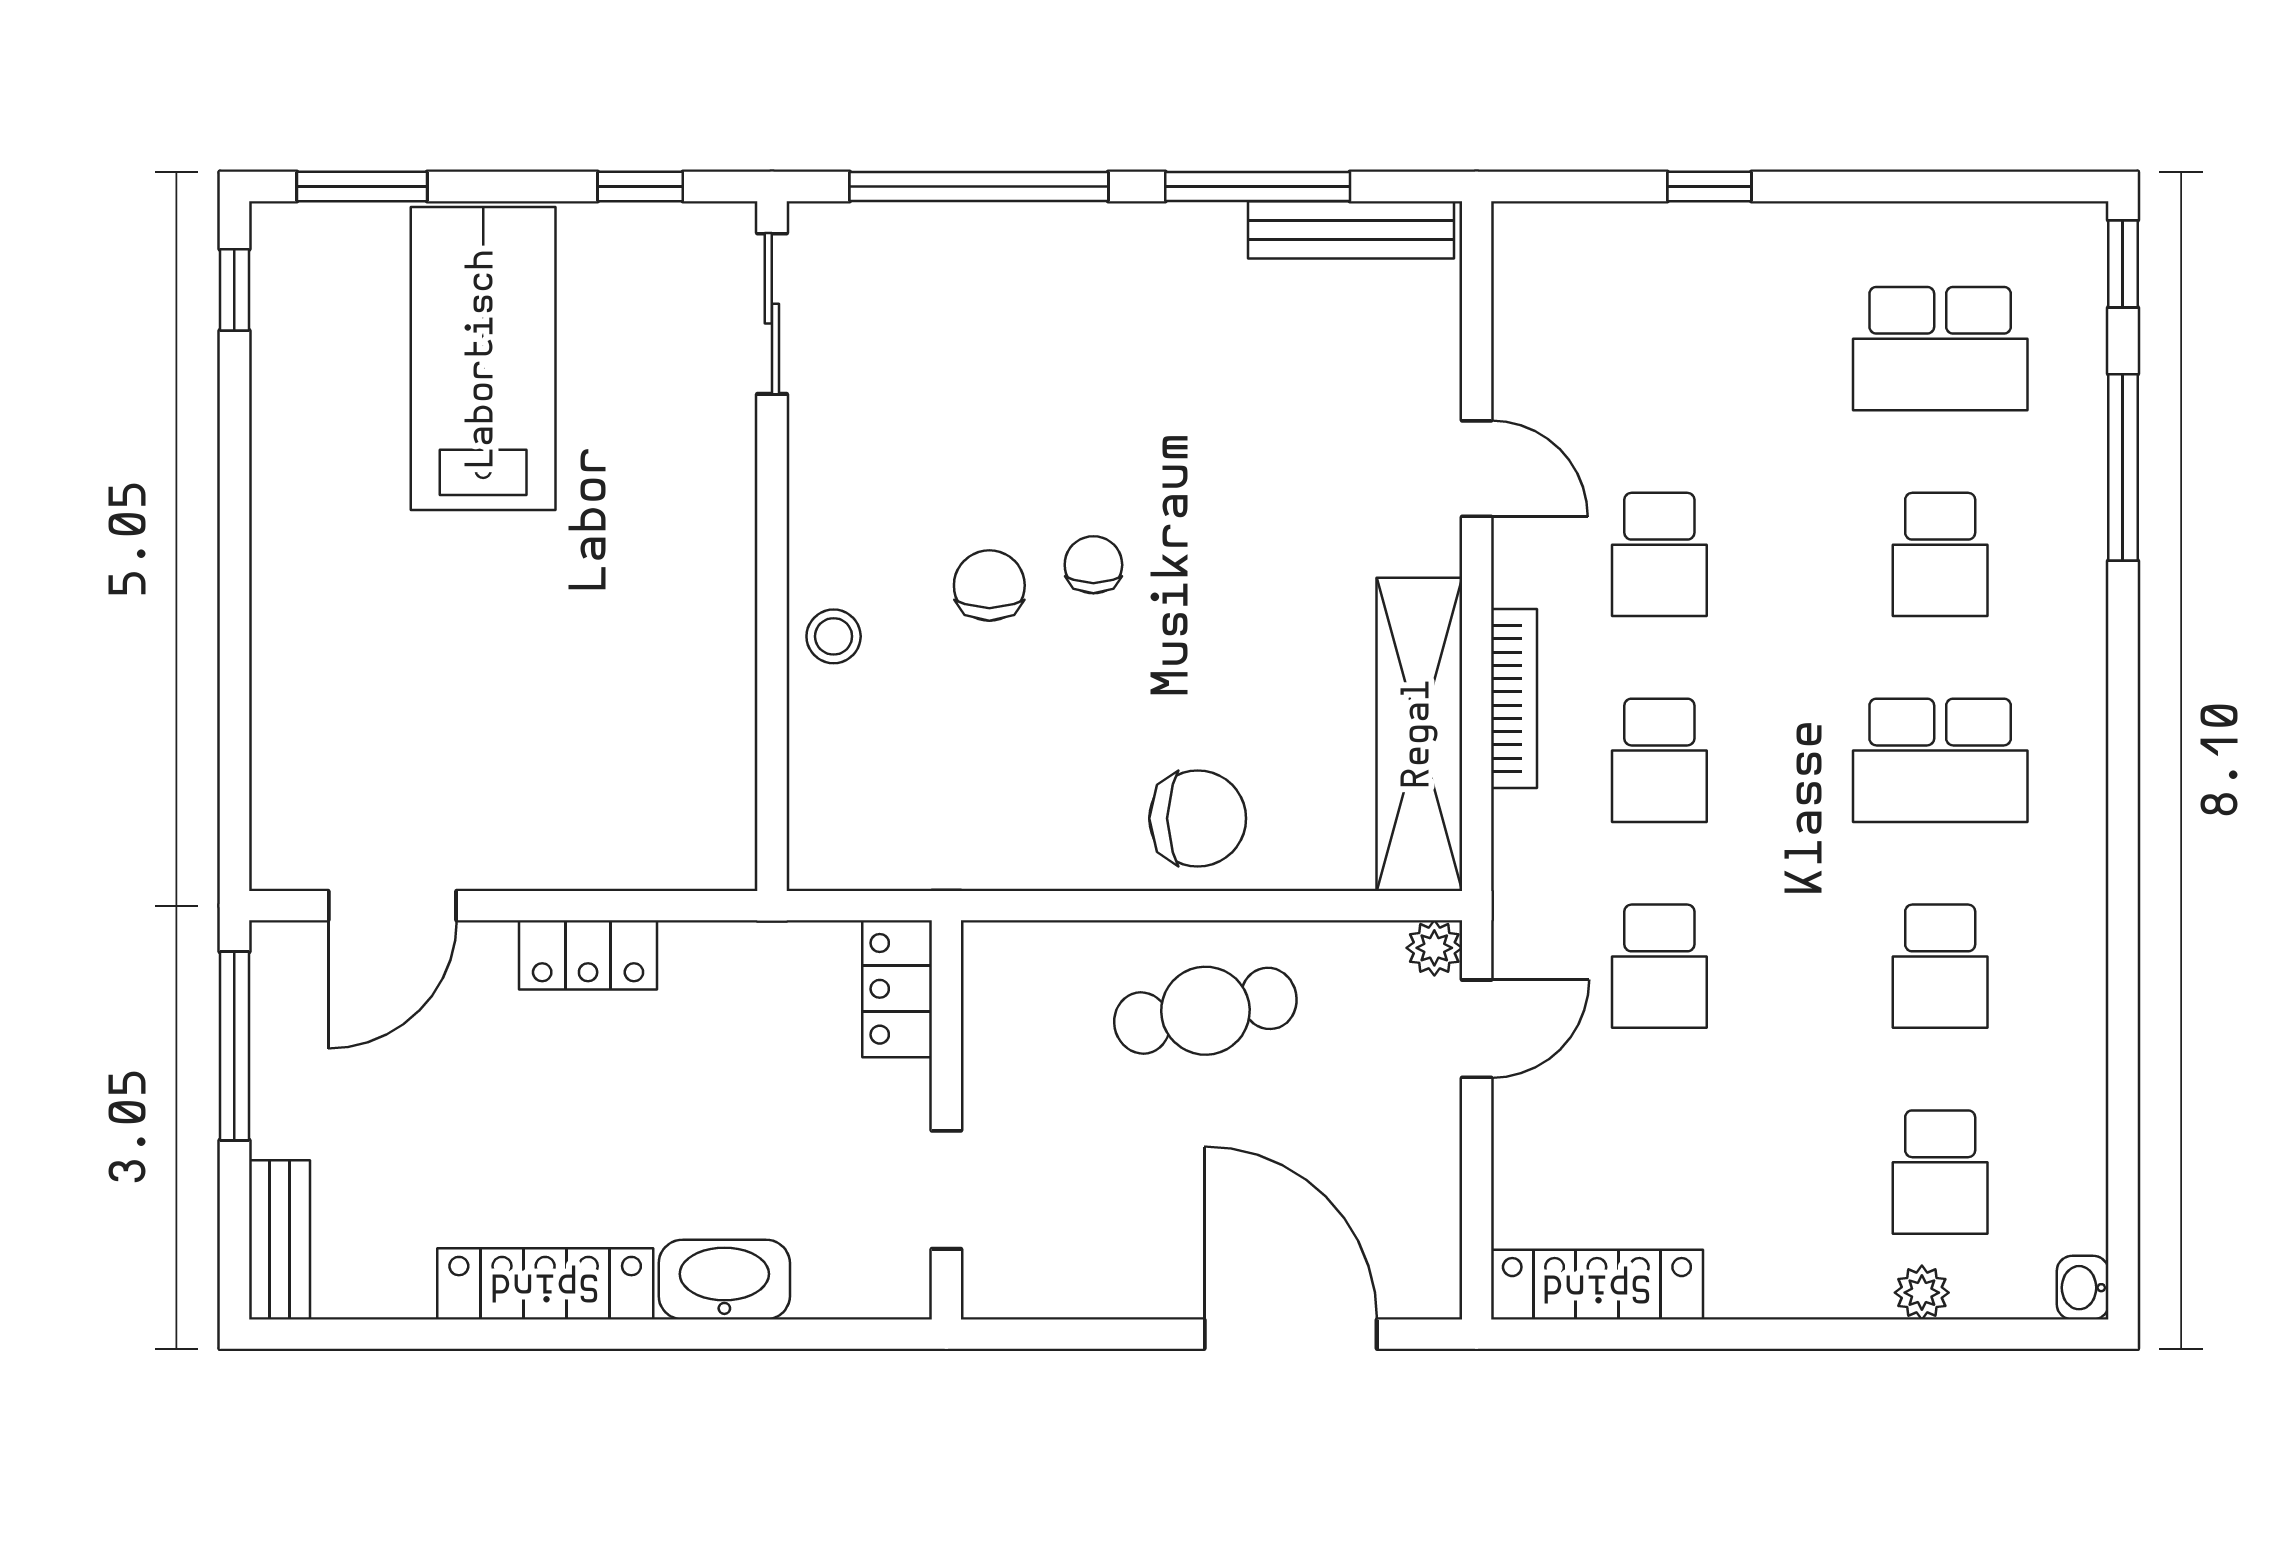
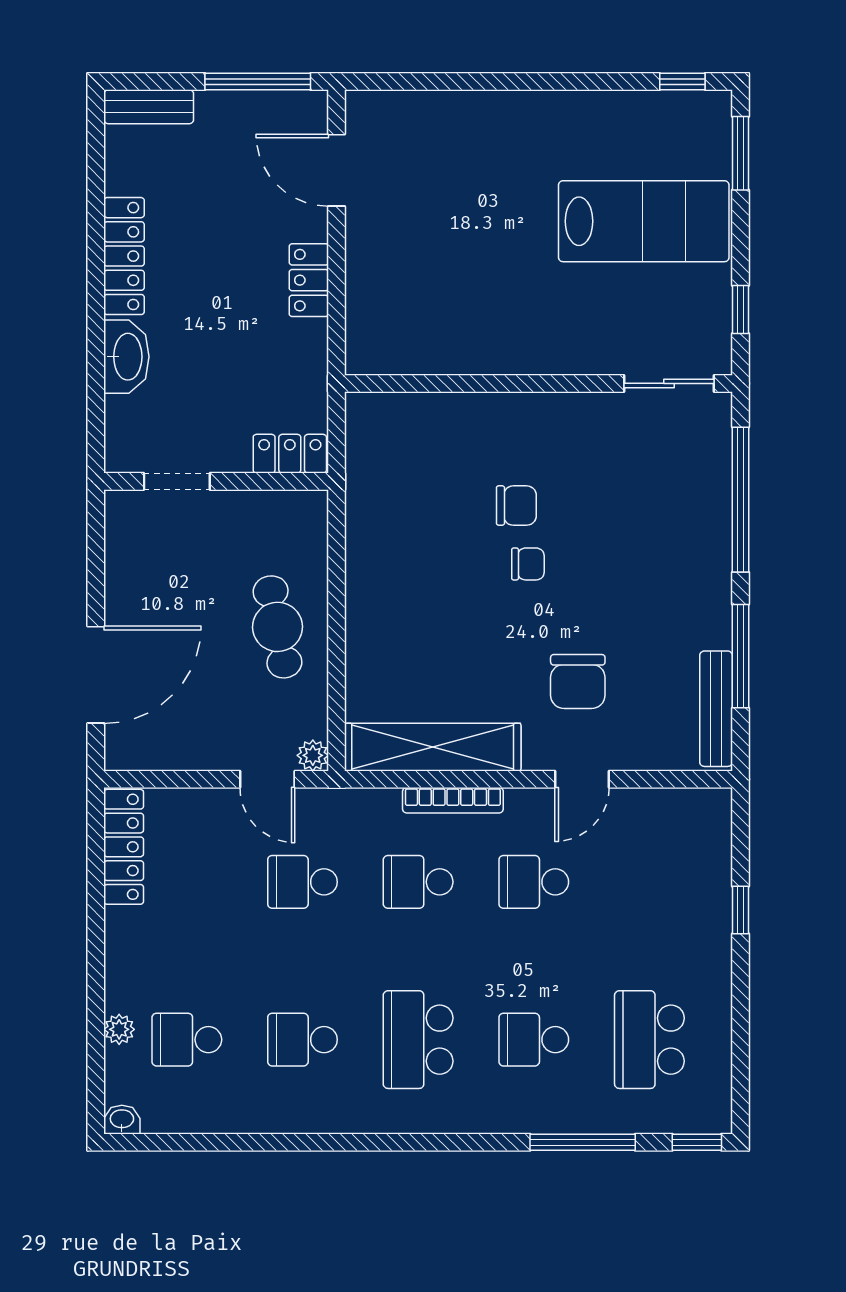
stool: (834, 636) -> (488, 418), removed
chair: (1198, 818) -> (578, 681), moved

